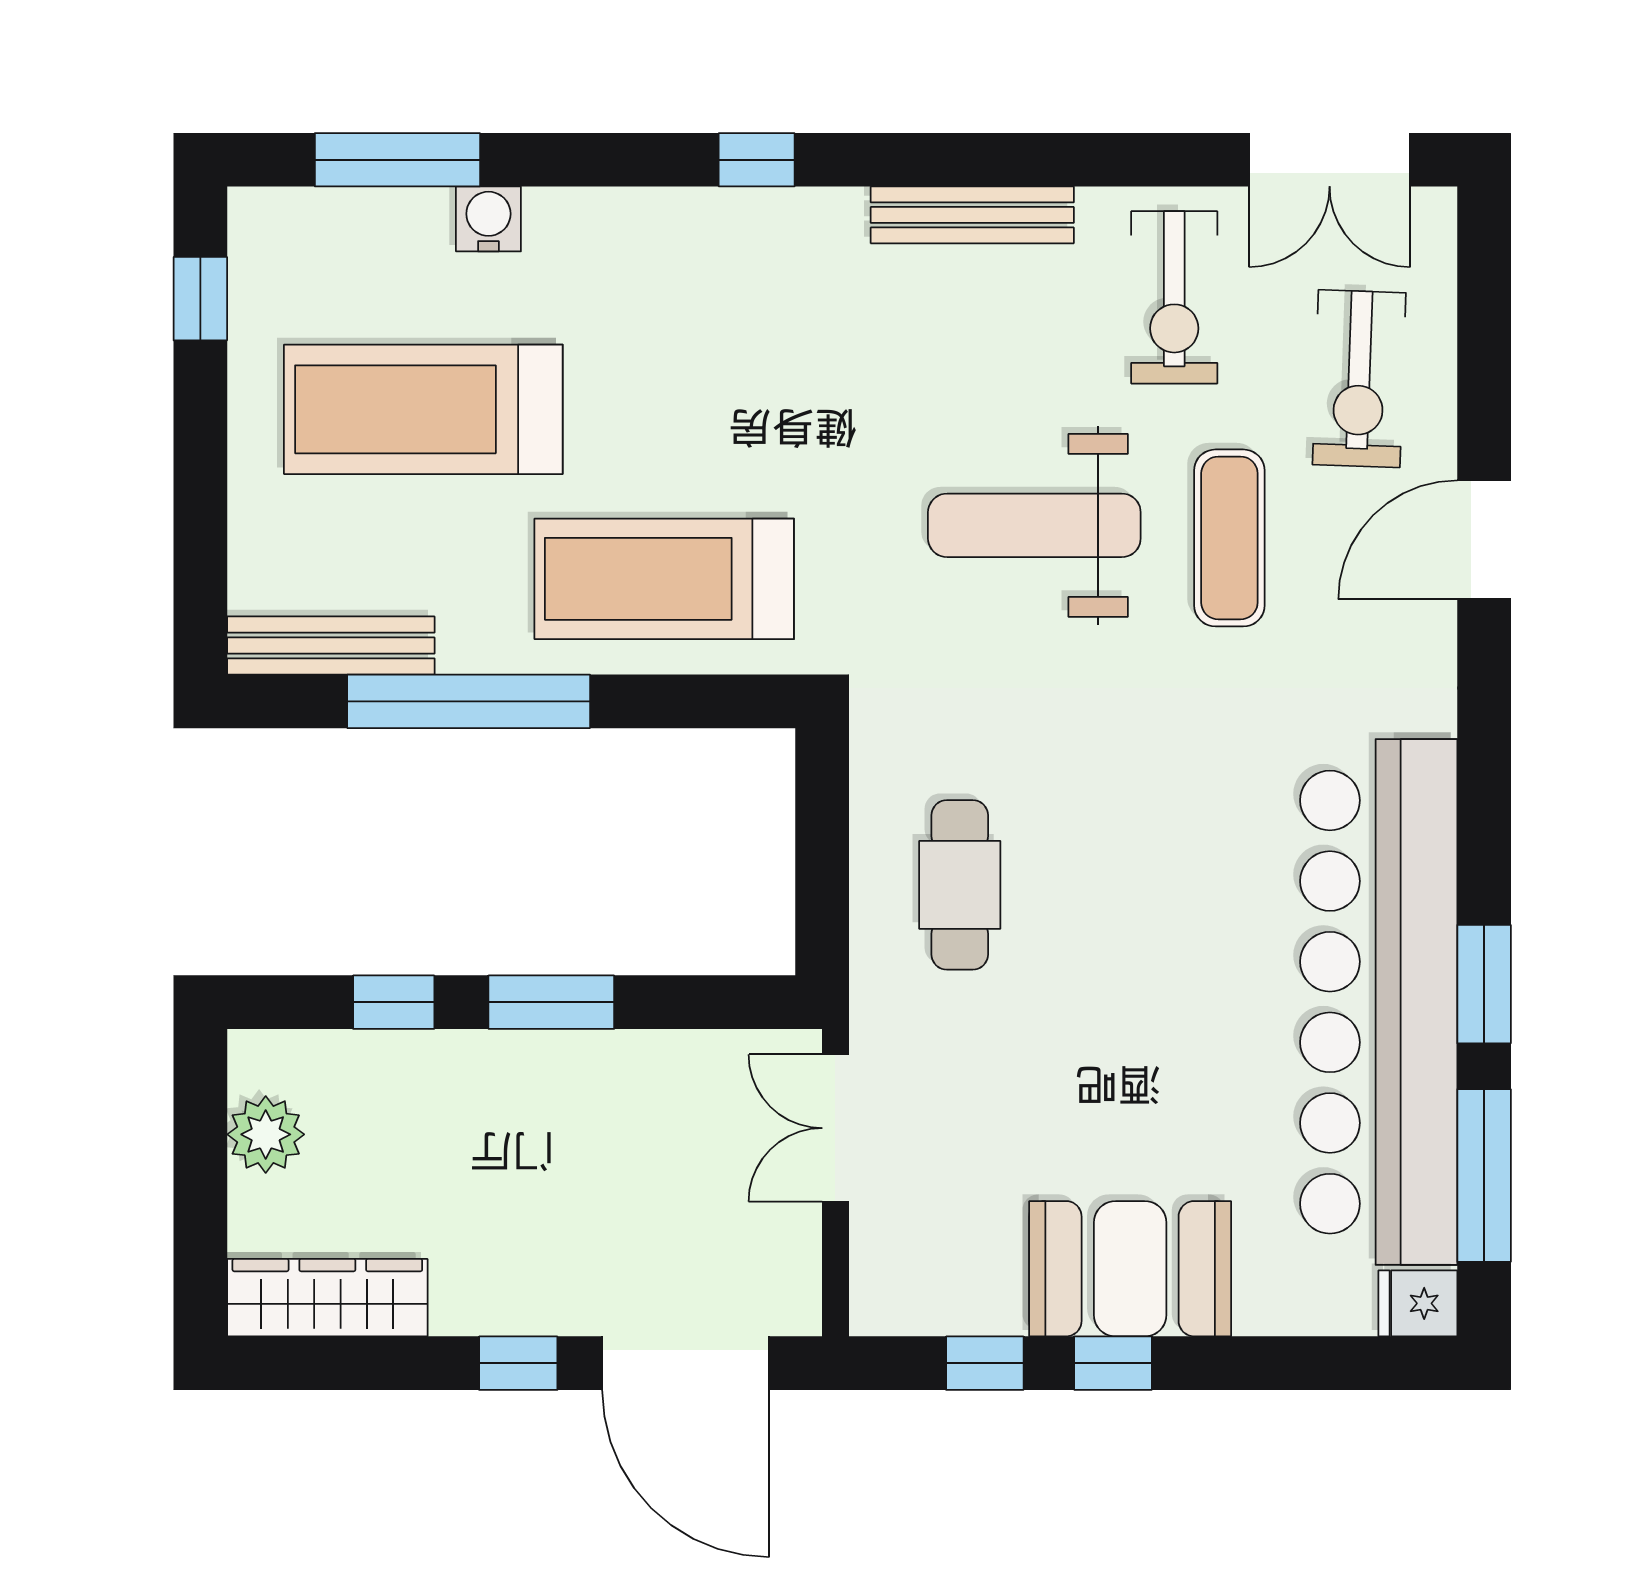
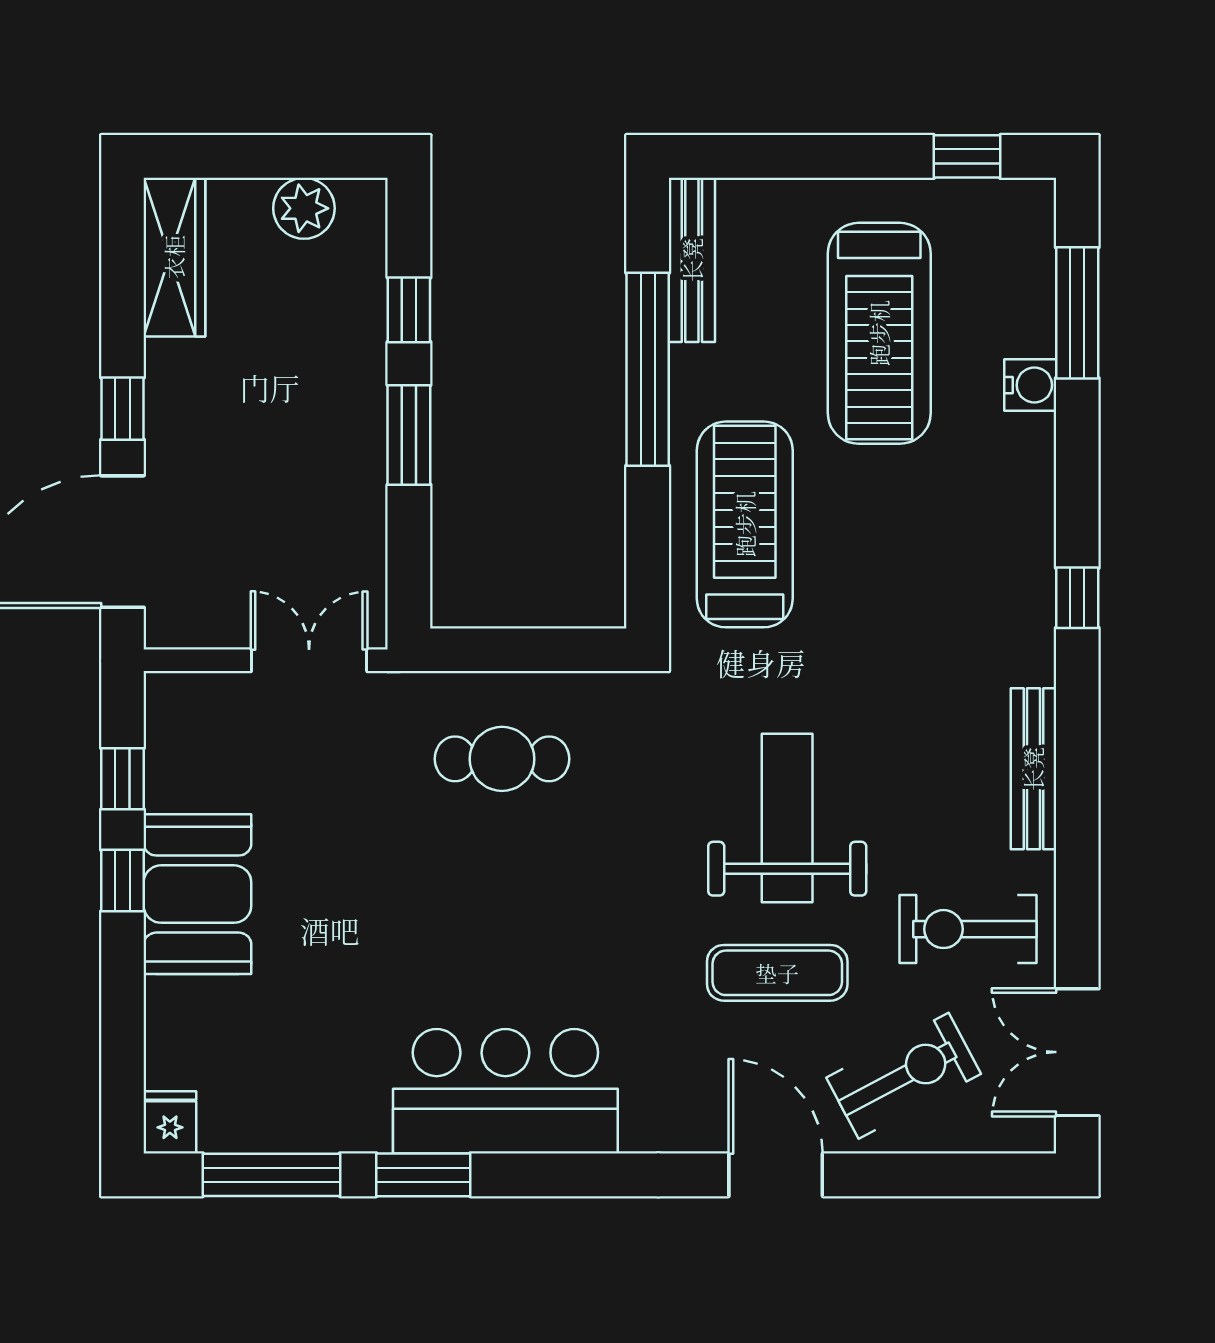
exercise bike: (1359, 379) -> (904, 1076), turned 150
treadmill: (423, 409) -> (879, 333), turned 180
bar counter: (1379, 1002) -> (505, 1091), width x0.54

